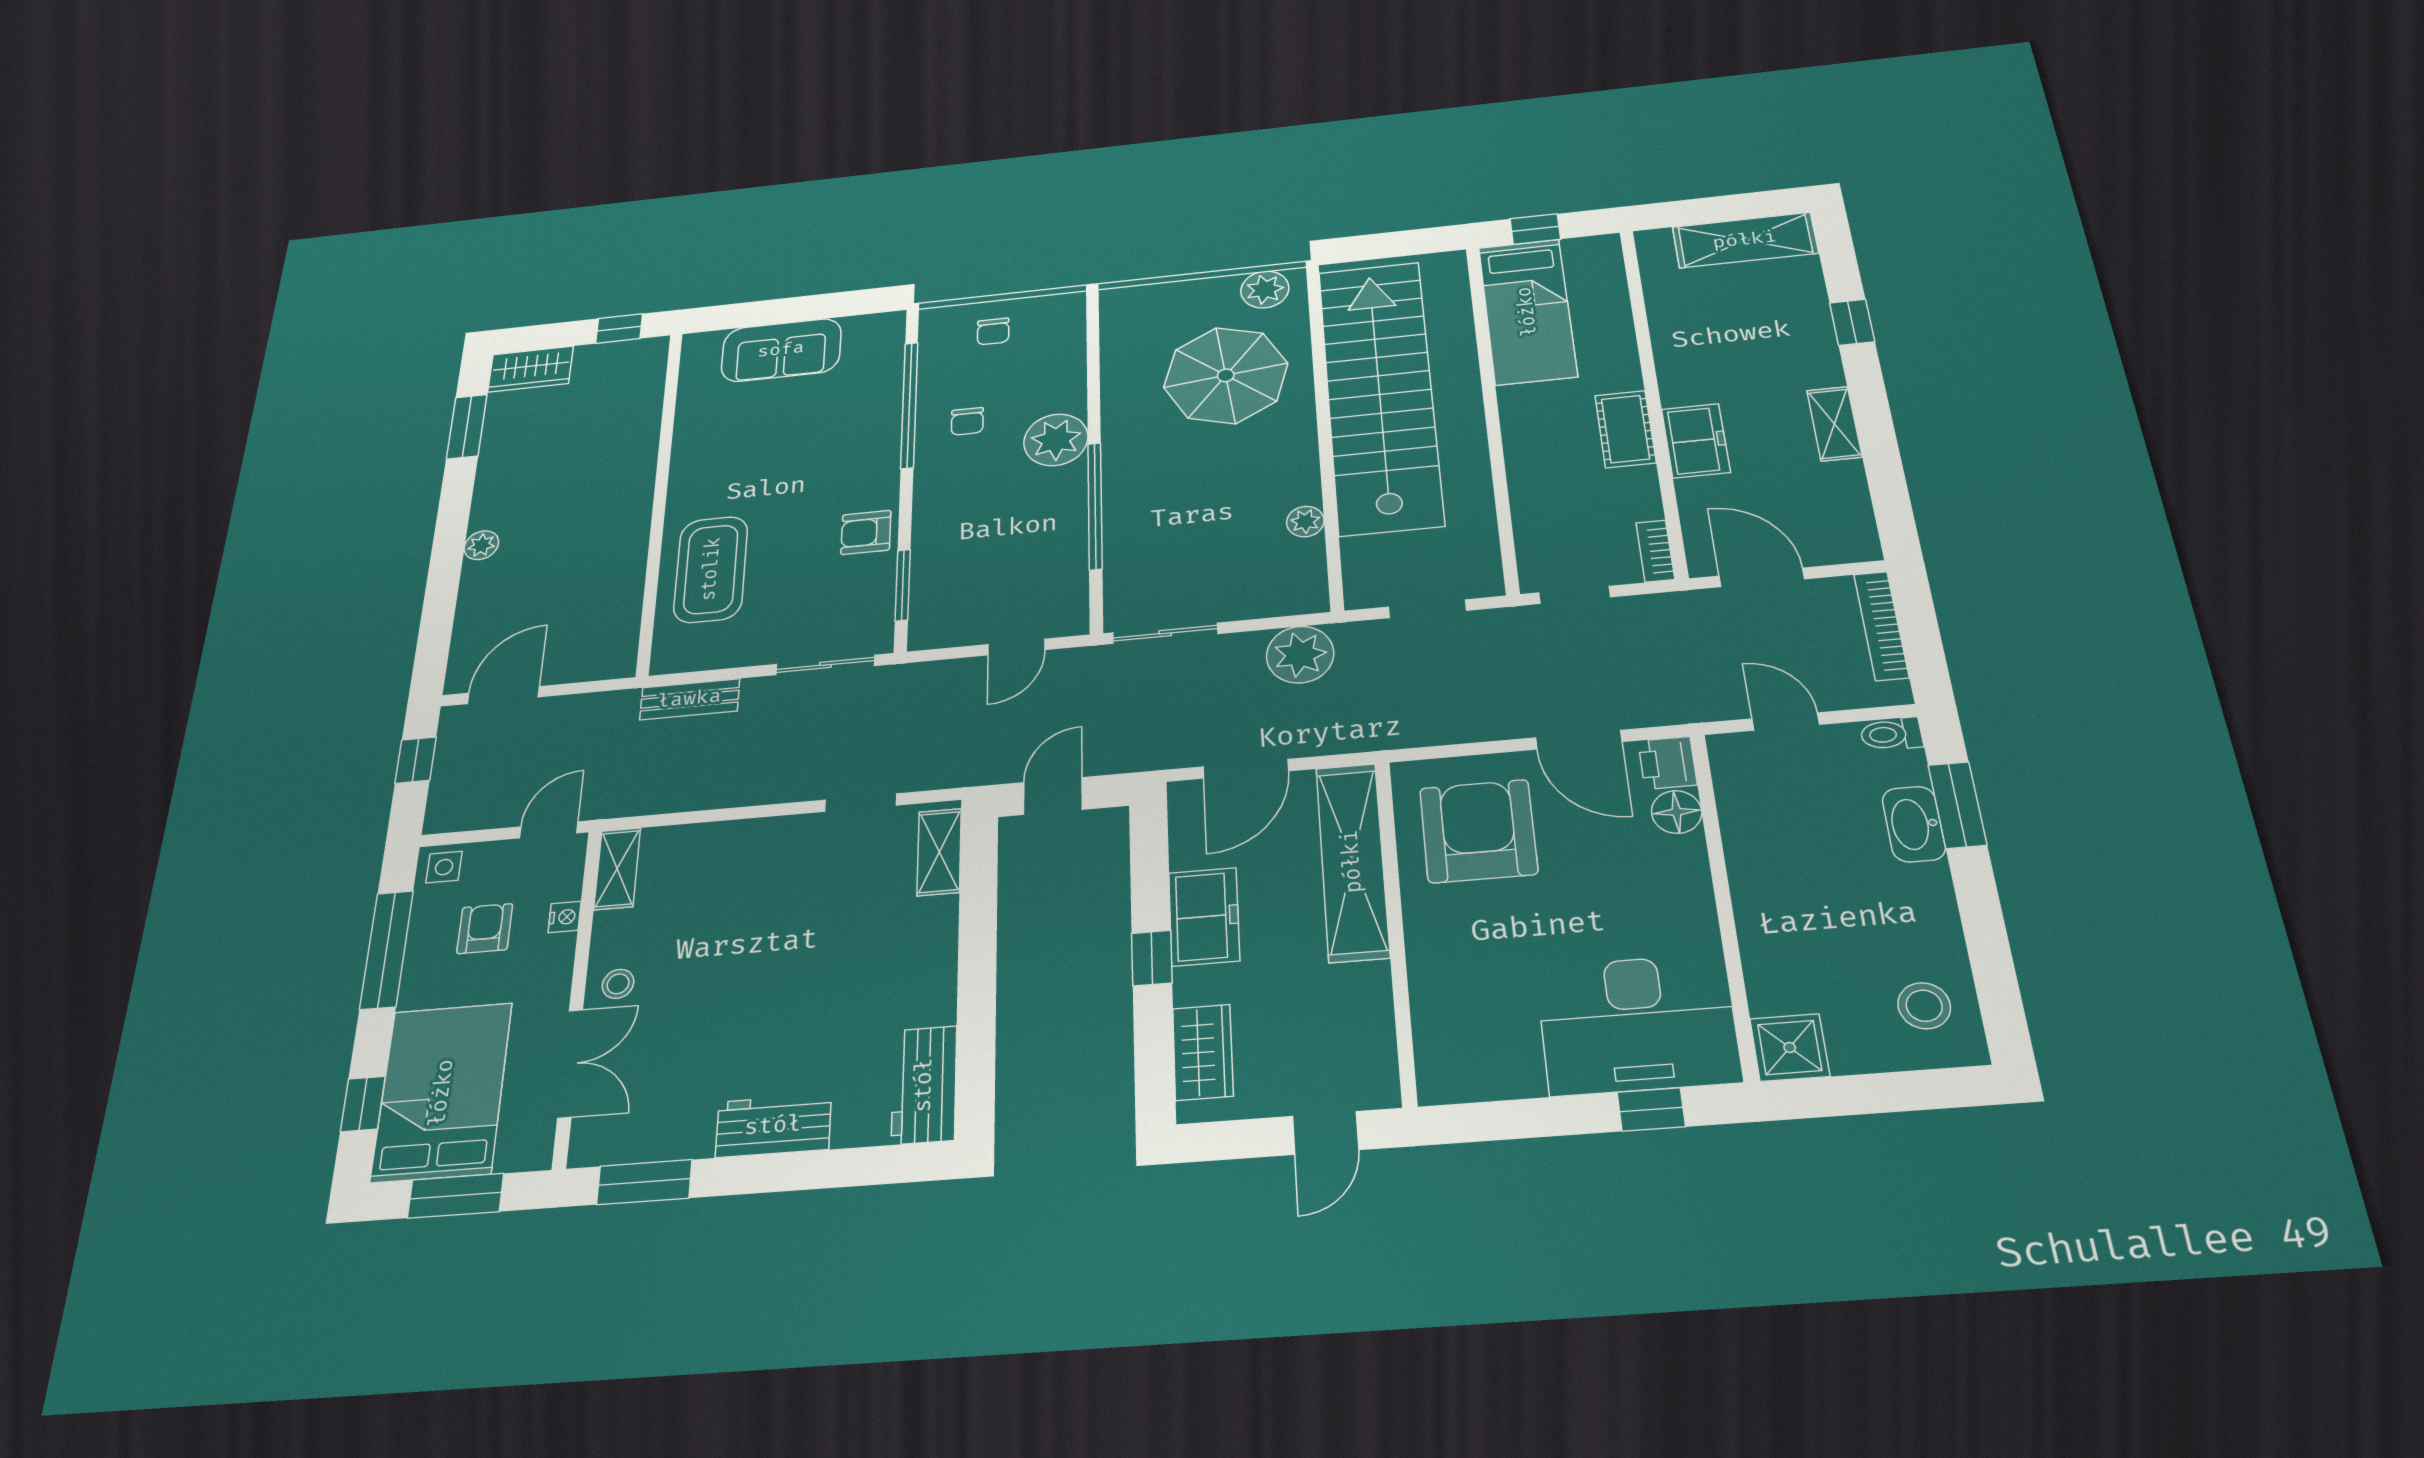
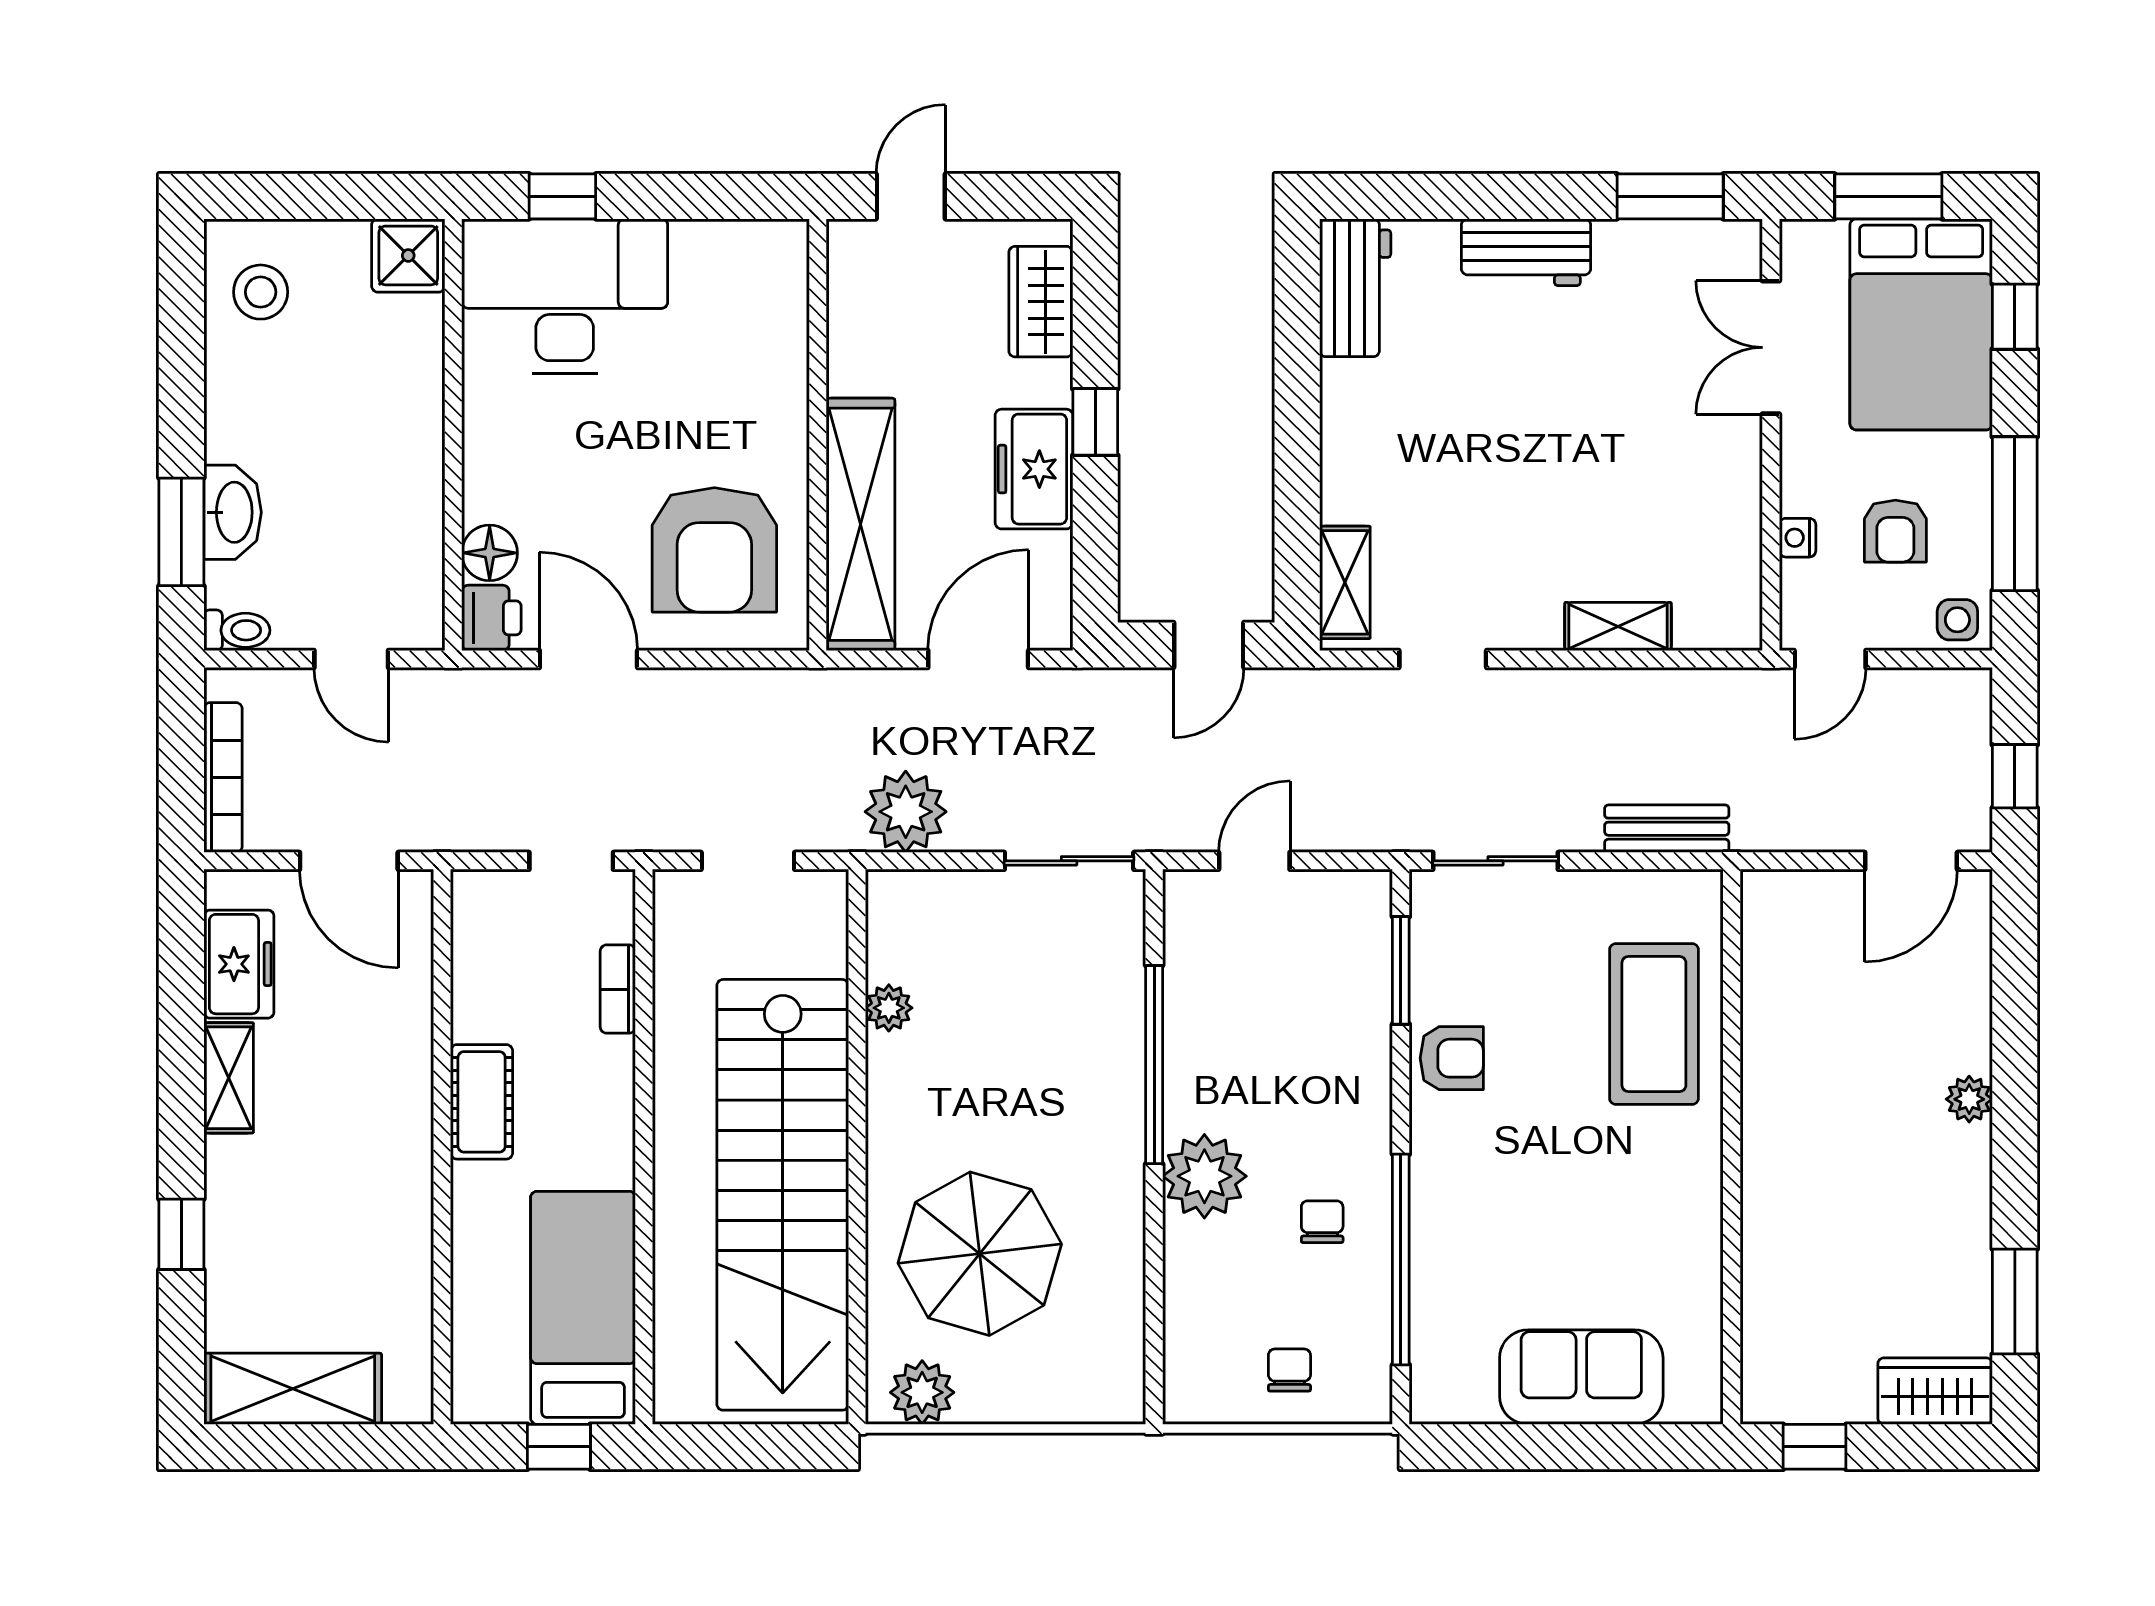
freezer: (1696, 441) -> (239, 964), moved, turned 180
bookcase: (1655, 551) -> (618, 989), moved, turned 180
shelving: (617, 869) -> (1618, 627), moved, turned 90
stool: (618, 984) -> (1723, 444), removed

